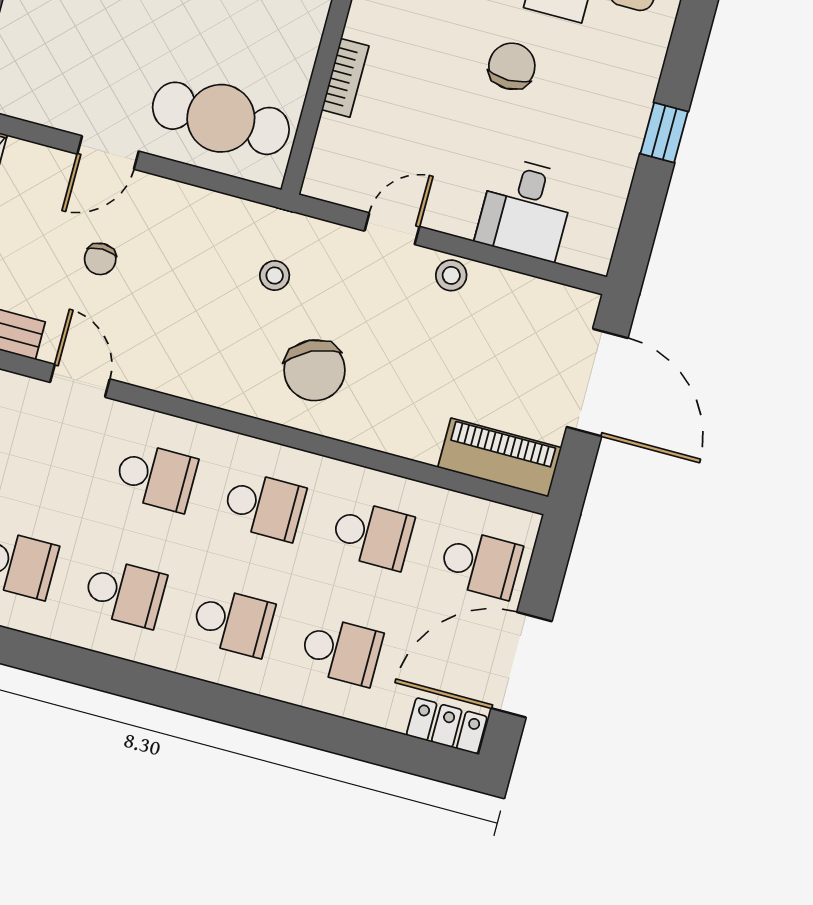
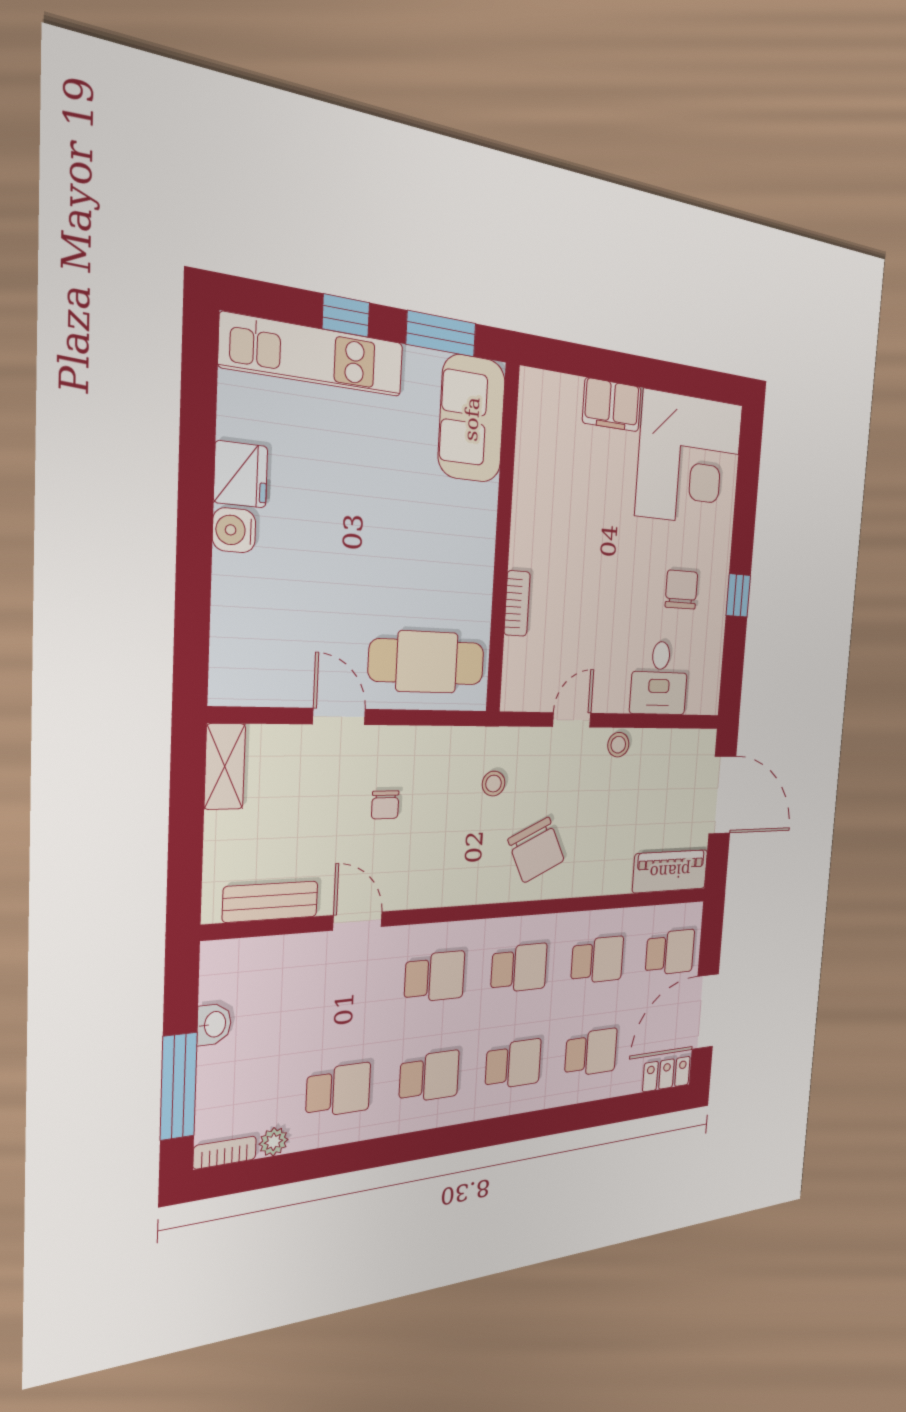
chair: (512, 66) -> (681, 590), moved
door: (108, 153) -> (339, 717), swing flipped
chair: (100, 259) -> (385, 805), moved

